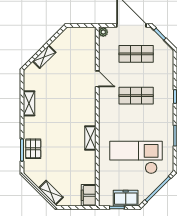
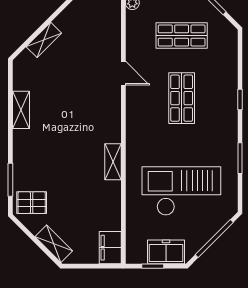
shop shelf: (136, 96) -> (182, 98), turned 90
pallet: (33, 149) -> (32, 203), moved, turned 90

